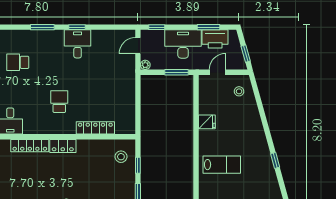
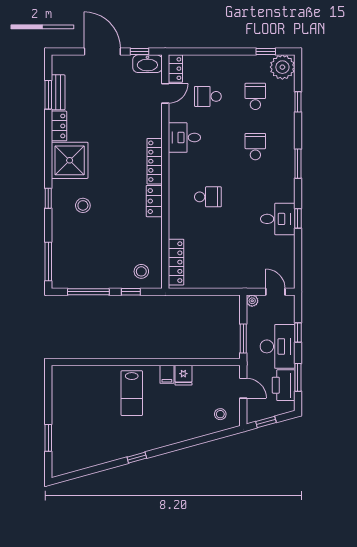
window: (42, 27) -> (298, 164), moved
window: (157, 27) -> (298, 333), moved
locker: (95, 128) -> (176, 262), moved
filing cabinet: (206, 136) -> (167, 374), added

